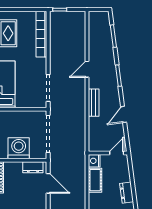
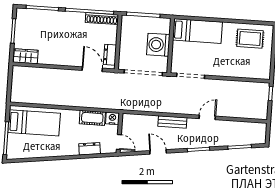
bookcase: (41, 34) -> (247, 73), removed
door: (87, 69) -> (207, 117), hinge flipped
washing machine: (19, 148) -> (158, 45), moved, turned 180
door: (48, 183) -> (92, 69), swing flipped
dresser: (127, 193) -> (90, 149), moved

